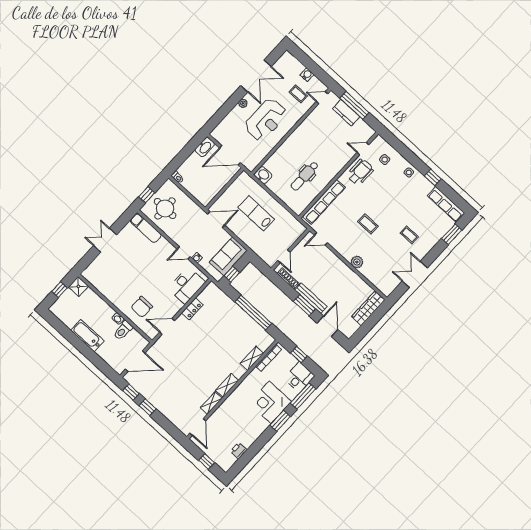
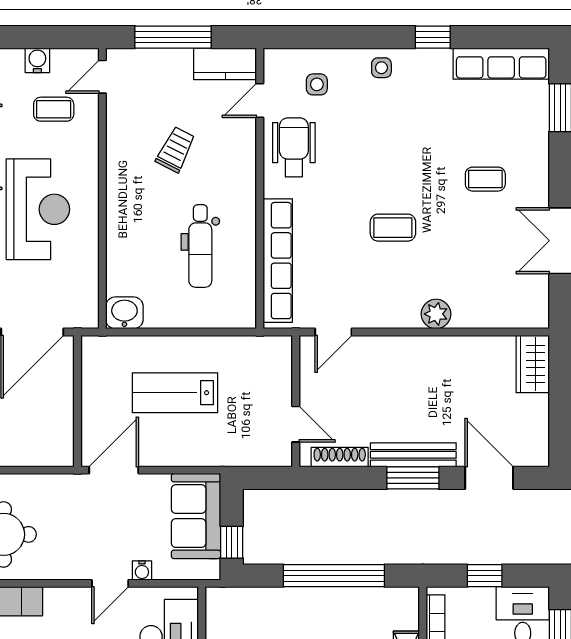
kitchen counter: (346, 113) -> (225, 64), moved
trolley: (324, 140) -> (176, 150), added
wardrobe: (368, 308) -> (533, 364), width x0.67

